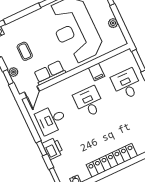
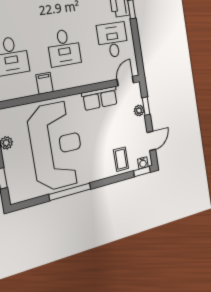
coffee table: (25, 51) -> (121, 159), moved
desk: (51, 120) -> (113, 40), turned -90

